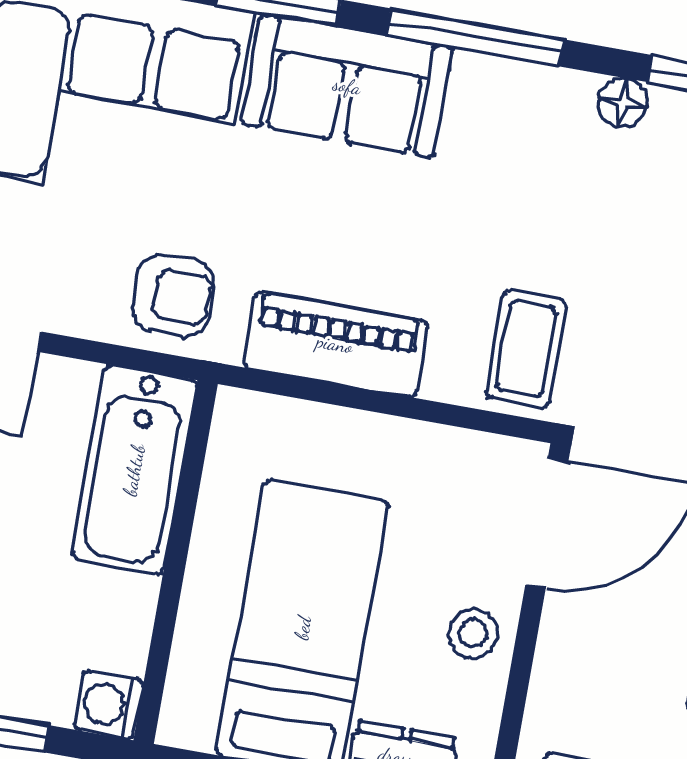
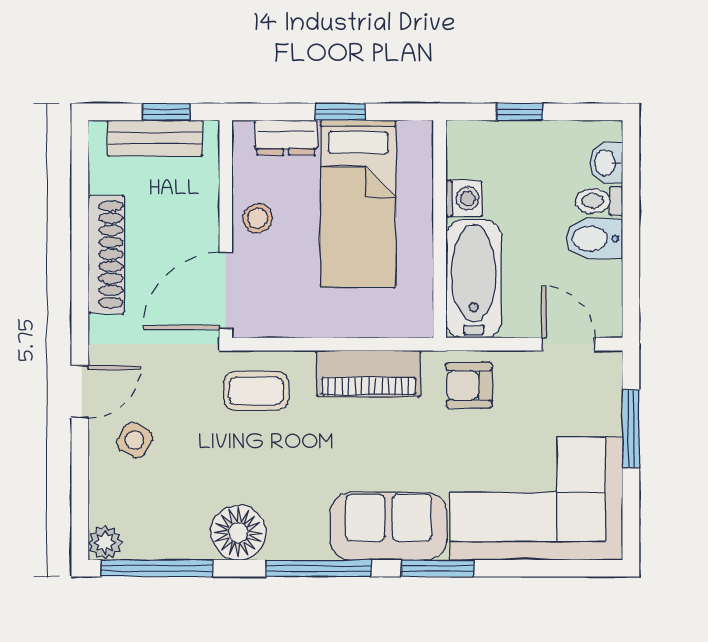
floor lamp: (622, 103) -> (238, 532), width x1.89, depth x1.89
coffee table: (526, 349) -> (256, 391), turned 90
washing machine: (109, 705) -> (464, 199), moved

